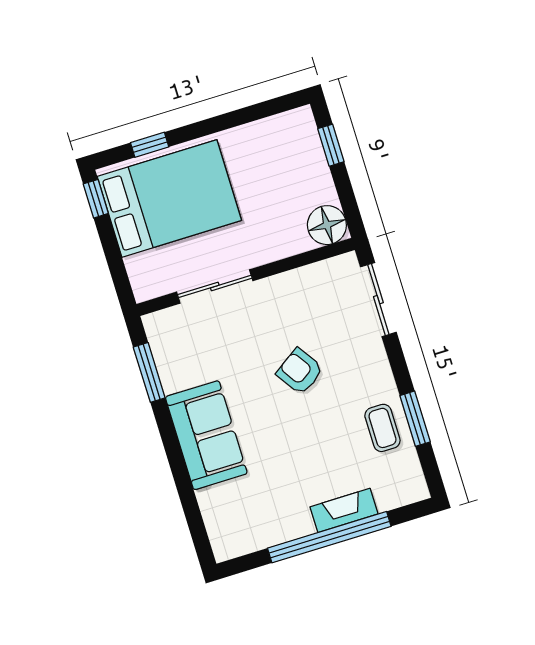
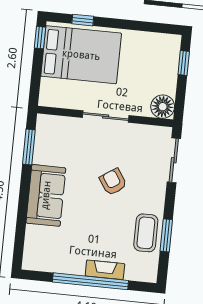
sliding door: (215, 286) -> (106, 117), moved
coffee table: (382, 428) -> (146, 233), width x1.36, depth x1.30

